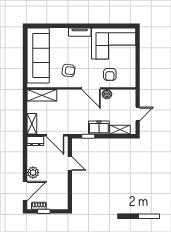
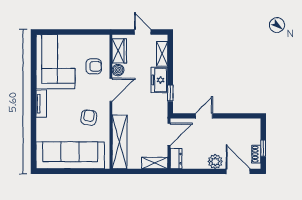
shelving: (42, 95) -> (120, 142), width x1.47
wardrobe: (122, 95) -> (119, 51), added

